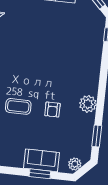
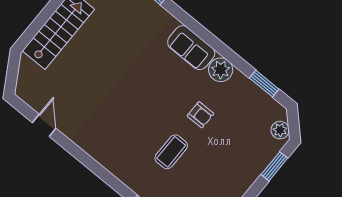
sofa: (41, 160) -> (191, 48), moved, turned -90
window: (40, 174) -> (274, 166), moved

